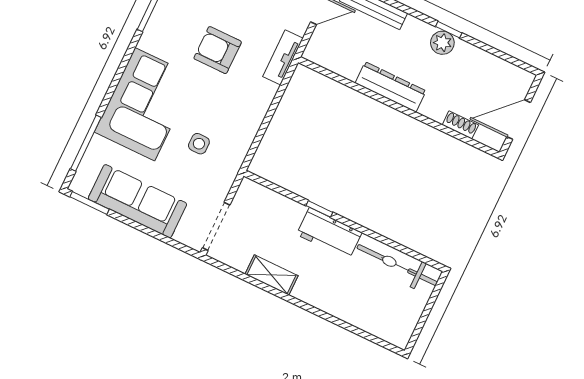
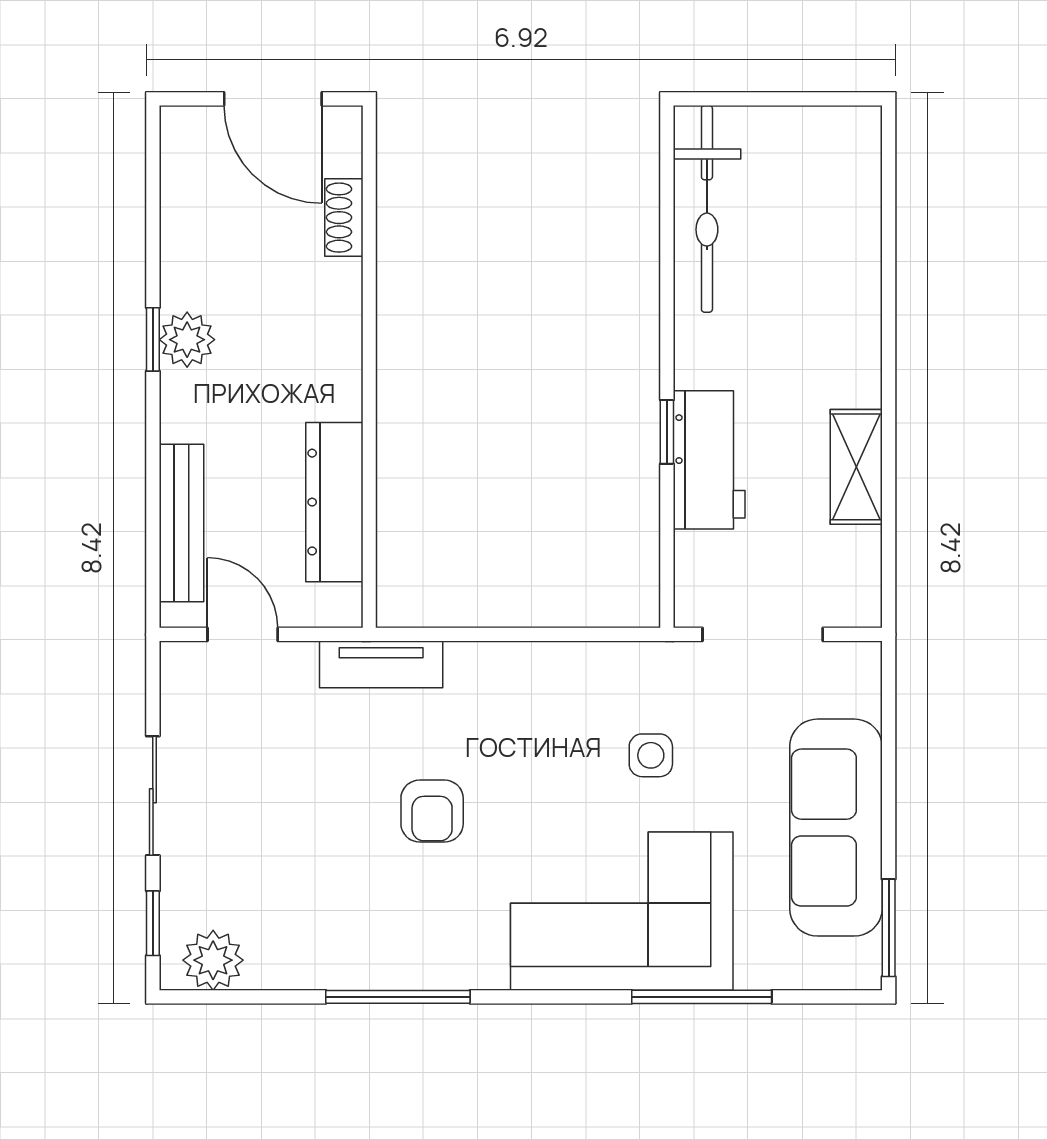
armchair: (218, 50) -> (432, 811), width x0.72, depth x0.72
dresser: (391, 87) -> (334, 502), moved
window: (86, 143) -> (702, 997), moved
doorway: (216, 226) -> (763, 634), moved
workbench: (329, 234) -> (709, 460), moved

